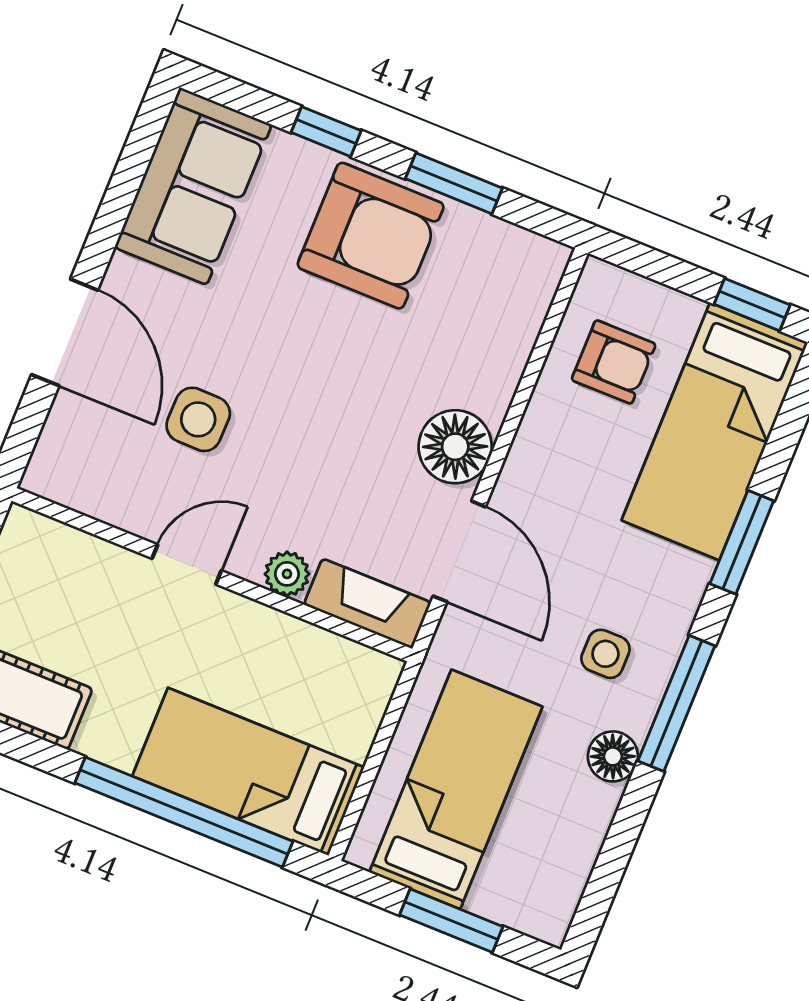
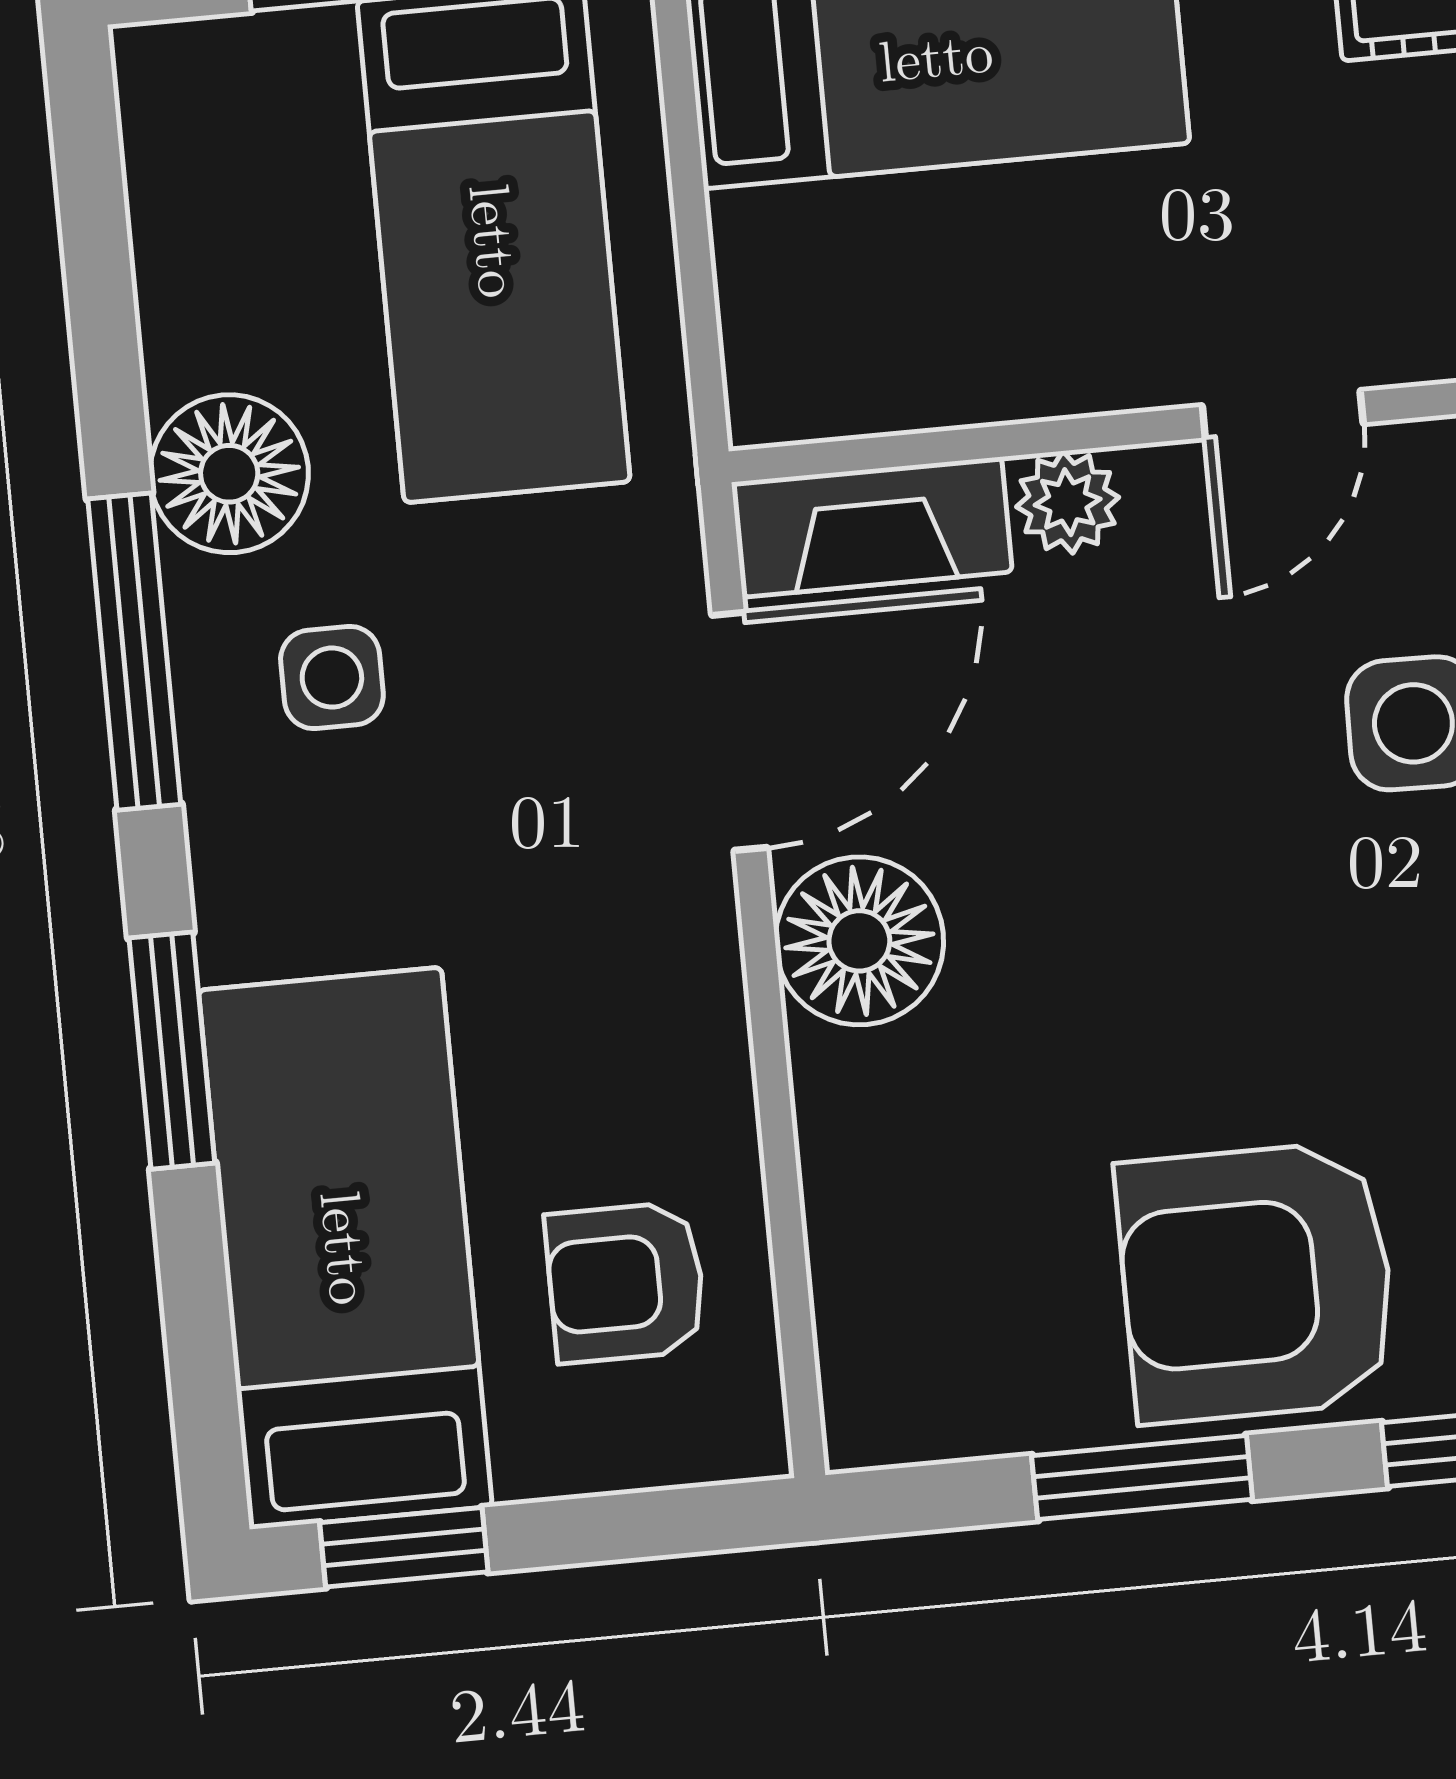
door: (459, 551) -> (739, 731), swing flipped
floor lamp: (613, 756) -> (229, 474), width x1.38, depth x1.38

